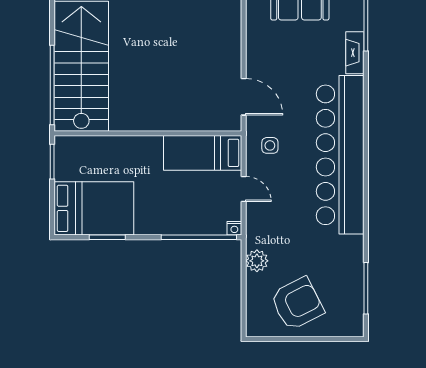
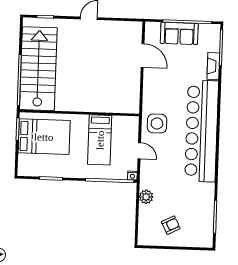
door: (244, 97) -> (143, 55), moved
side table: (270, 145) -> (157, 123), width x1.87, depth x1.87
bed: (203, 153) -> (100, 140), moved, turned -90
bed: (94, 208) -> (44, 137), moved
armchair: (297, 304) -> (171, 225), width x0.53, depth x0.53

